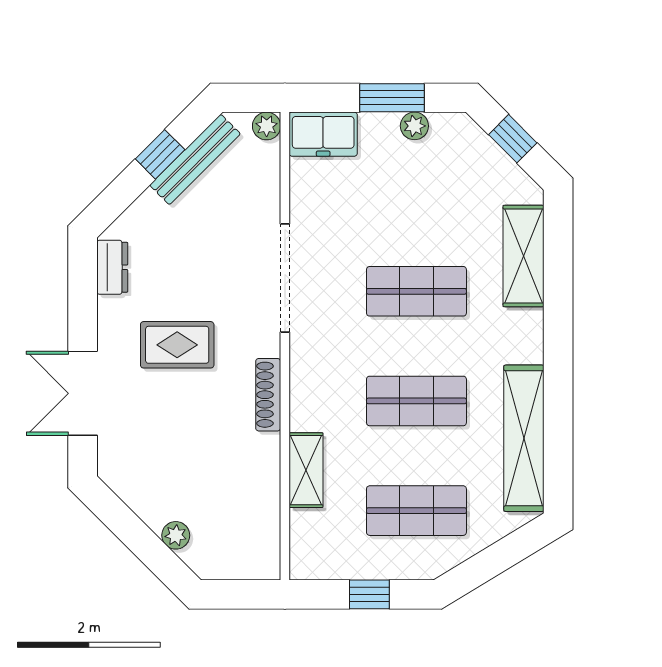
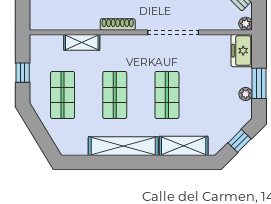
shelving: (524, 438) -> (123, 146), moved

